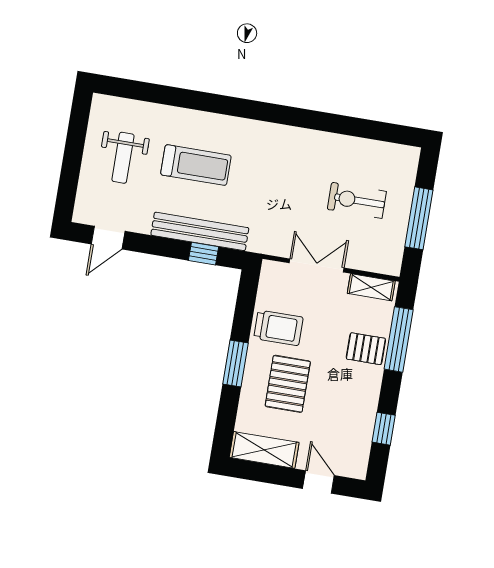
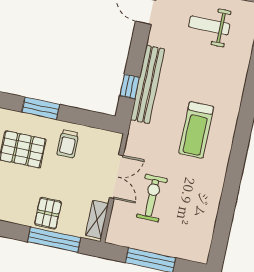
treadmill: (196, 165) -> (196, 130), moved
exercise bike: (357, 200) -> (152, 198), moved
trolley: (278, 328) -> (68, 144), width x0.73, depth x0.72

